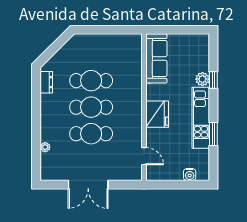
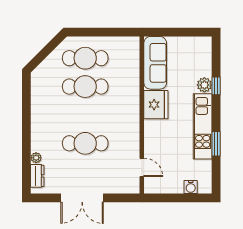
dresser: (46, 82) -> (37, 176), moved
cafe table: (91, 107) -> (85, 58), moved
fridge: (157, 114) -> (156, 105), moved

